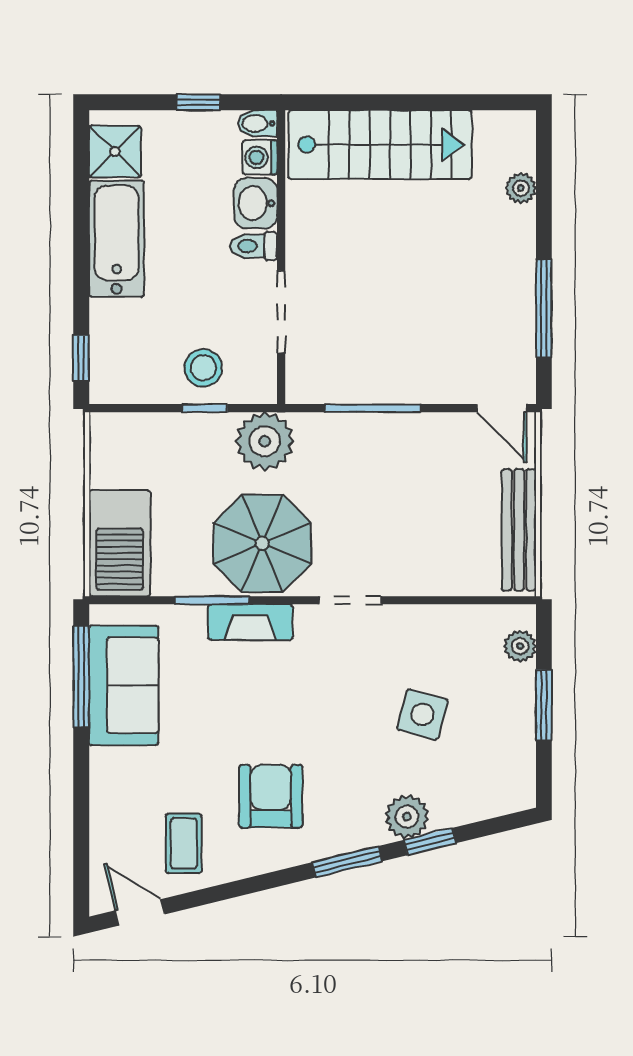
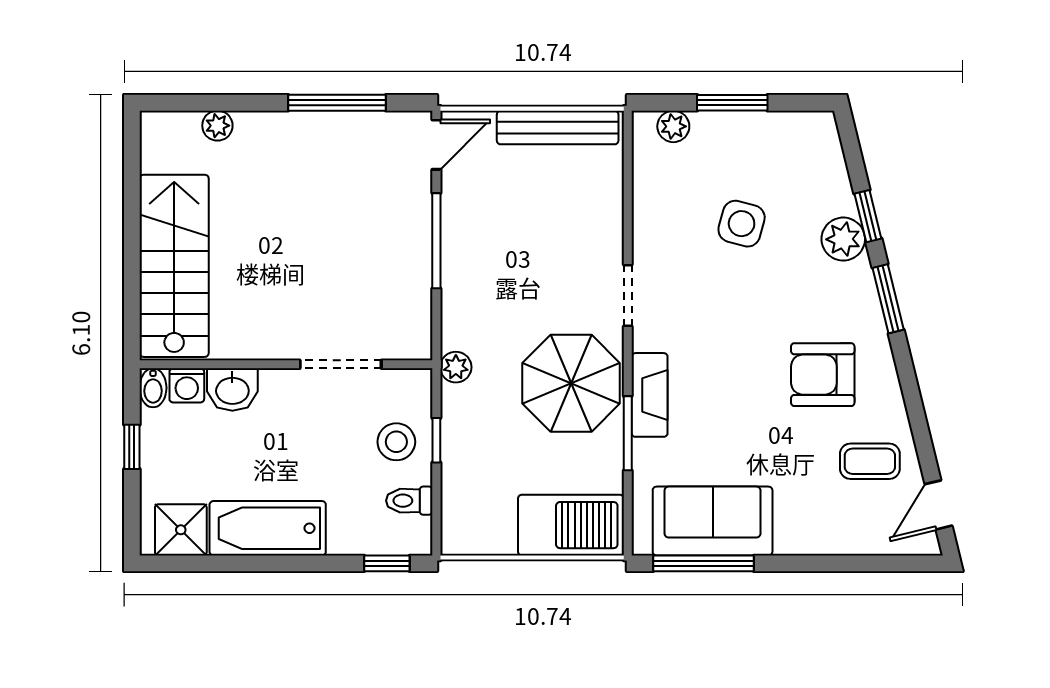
toilet: (254, 246) -> (409, 501), moved, turned 90
window: (373, 408) -> (436, 241), moved
plant: (265, 441) -> (456, 367), width x0.53, depth x0.53

